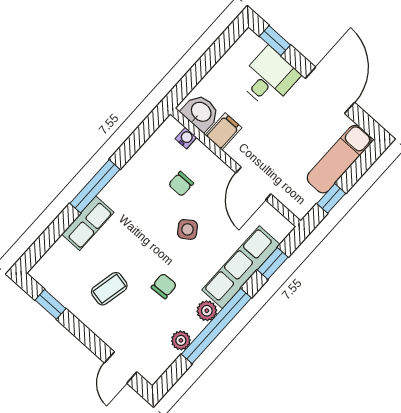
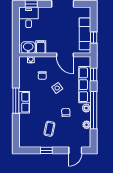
desk: (269, 78) -> (29, 17), moved
exam couch: (339, 159) -> (85, 34), moved
row of seats: (88, 223) -> (24, 102), moved
window: (50, 304) -> (46, 150), moved
door: (121, 367) -> (75, 150), hinge flipped

